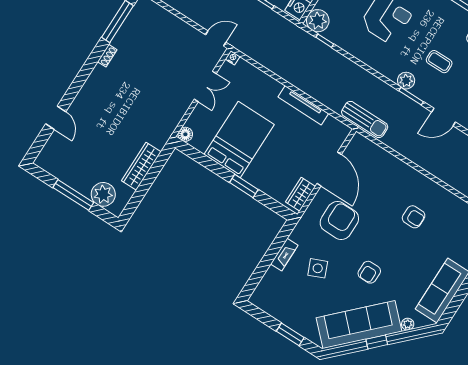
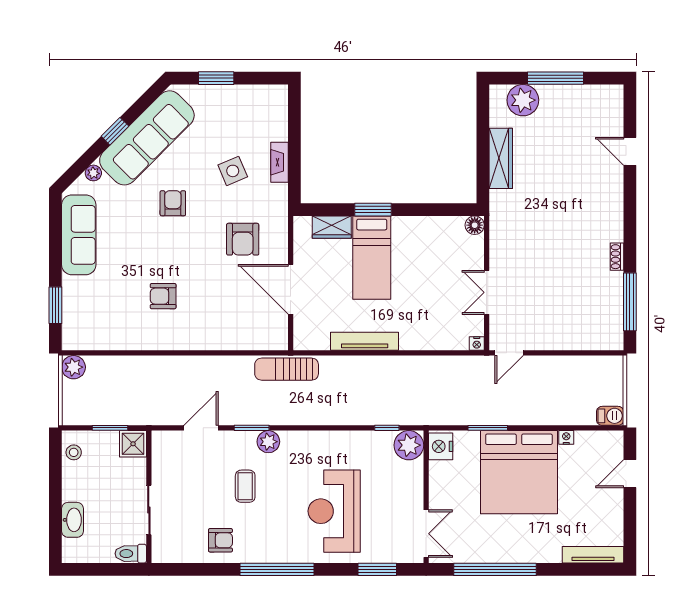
coffee table: (439, 62) -> (245, 486), turned 90
bed: (239, 140) -> (372, 258), moved, width x0.67
wardrobe: (301, 194) -> (332, 227), moved, turned 90
armchair: (339, 221) -> (243, 239), width x0.73, depth x0.73

